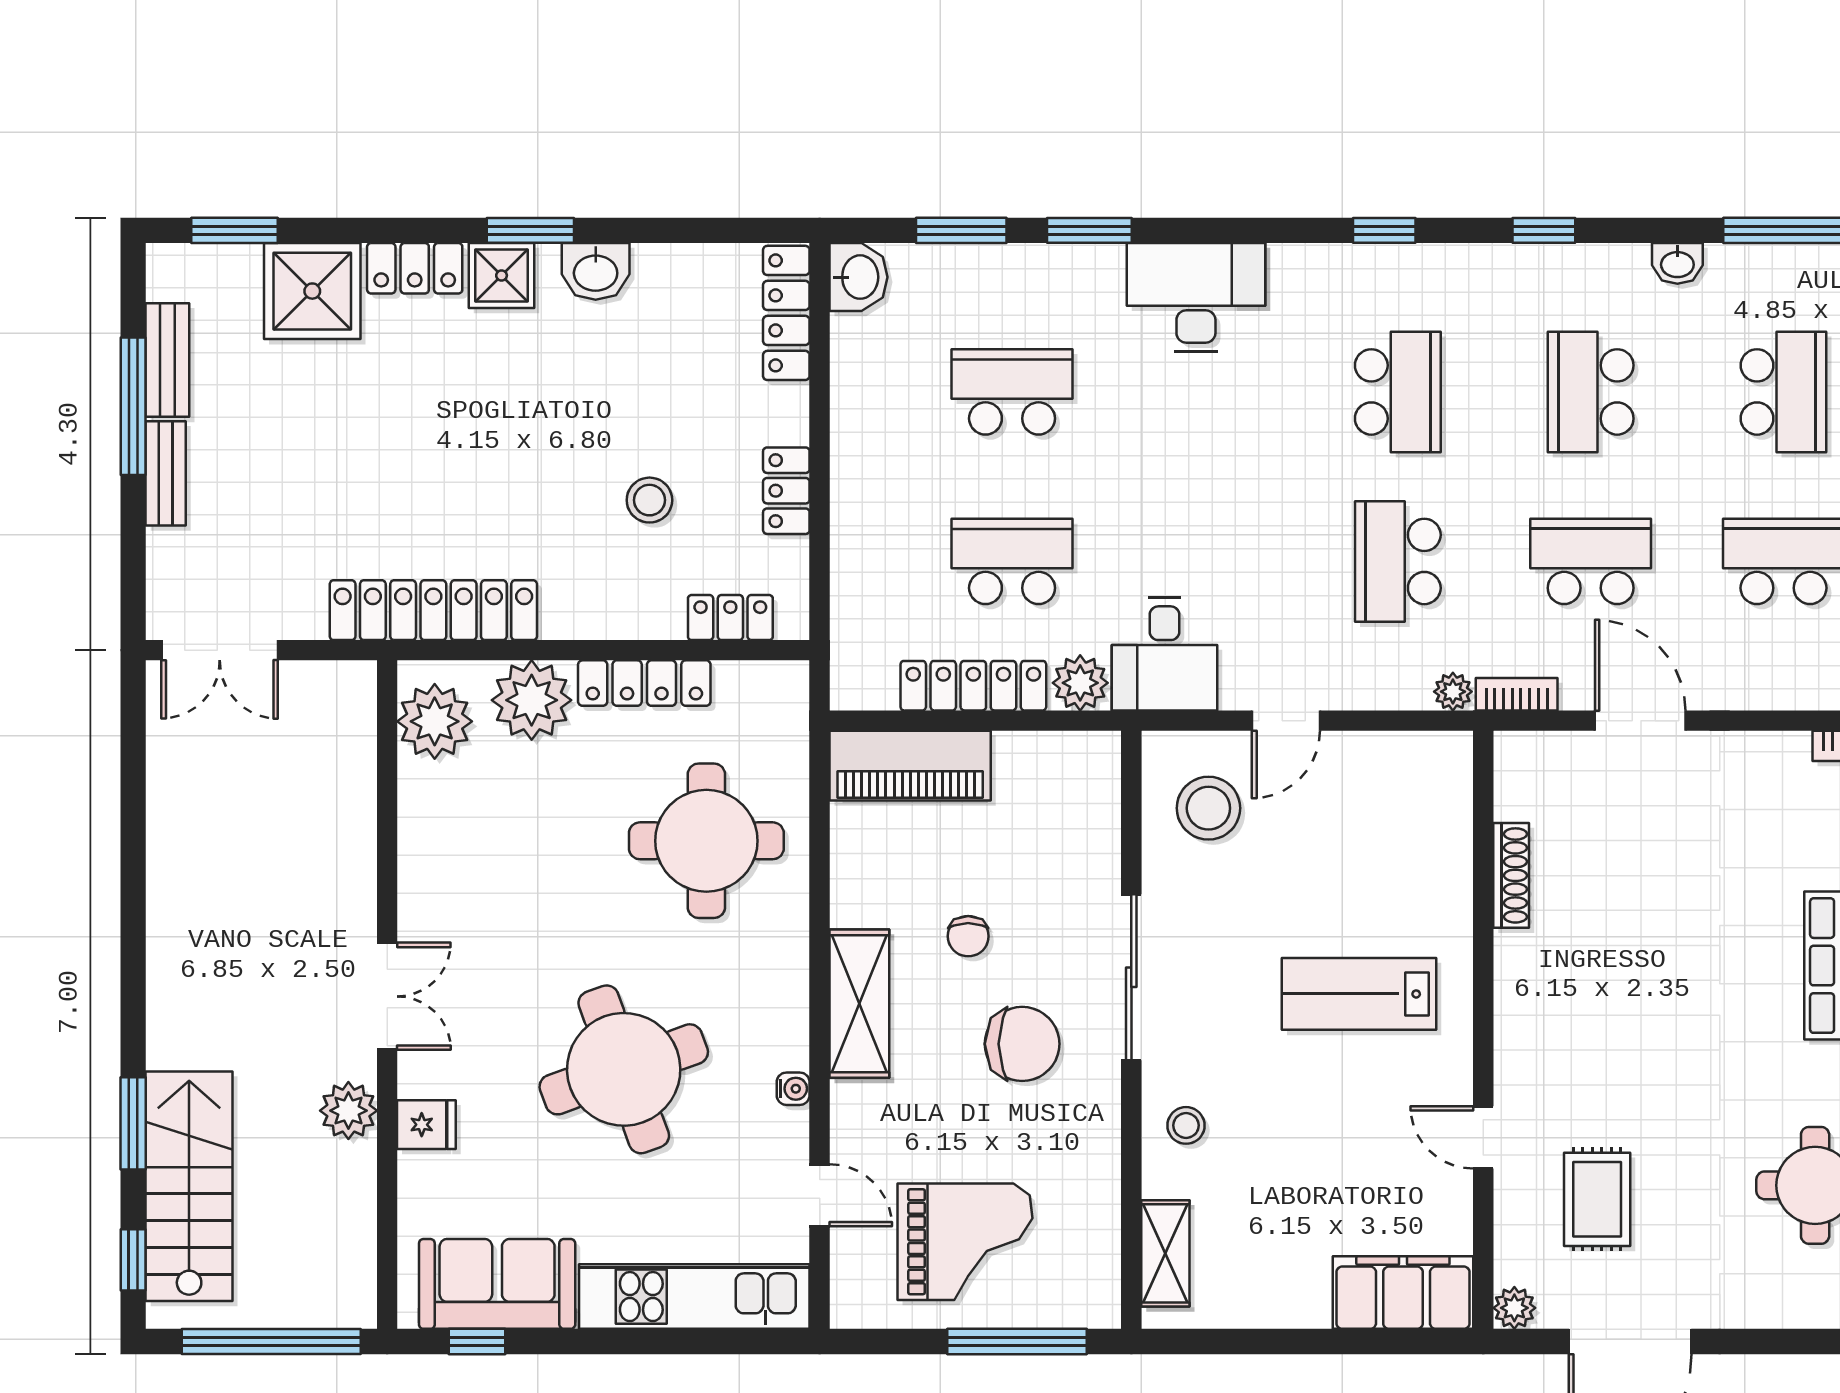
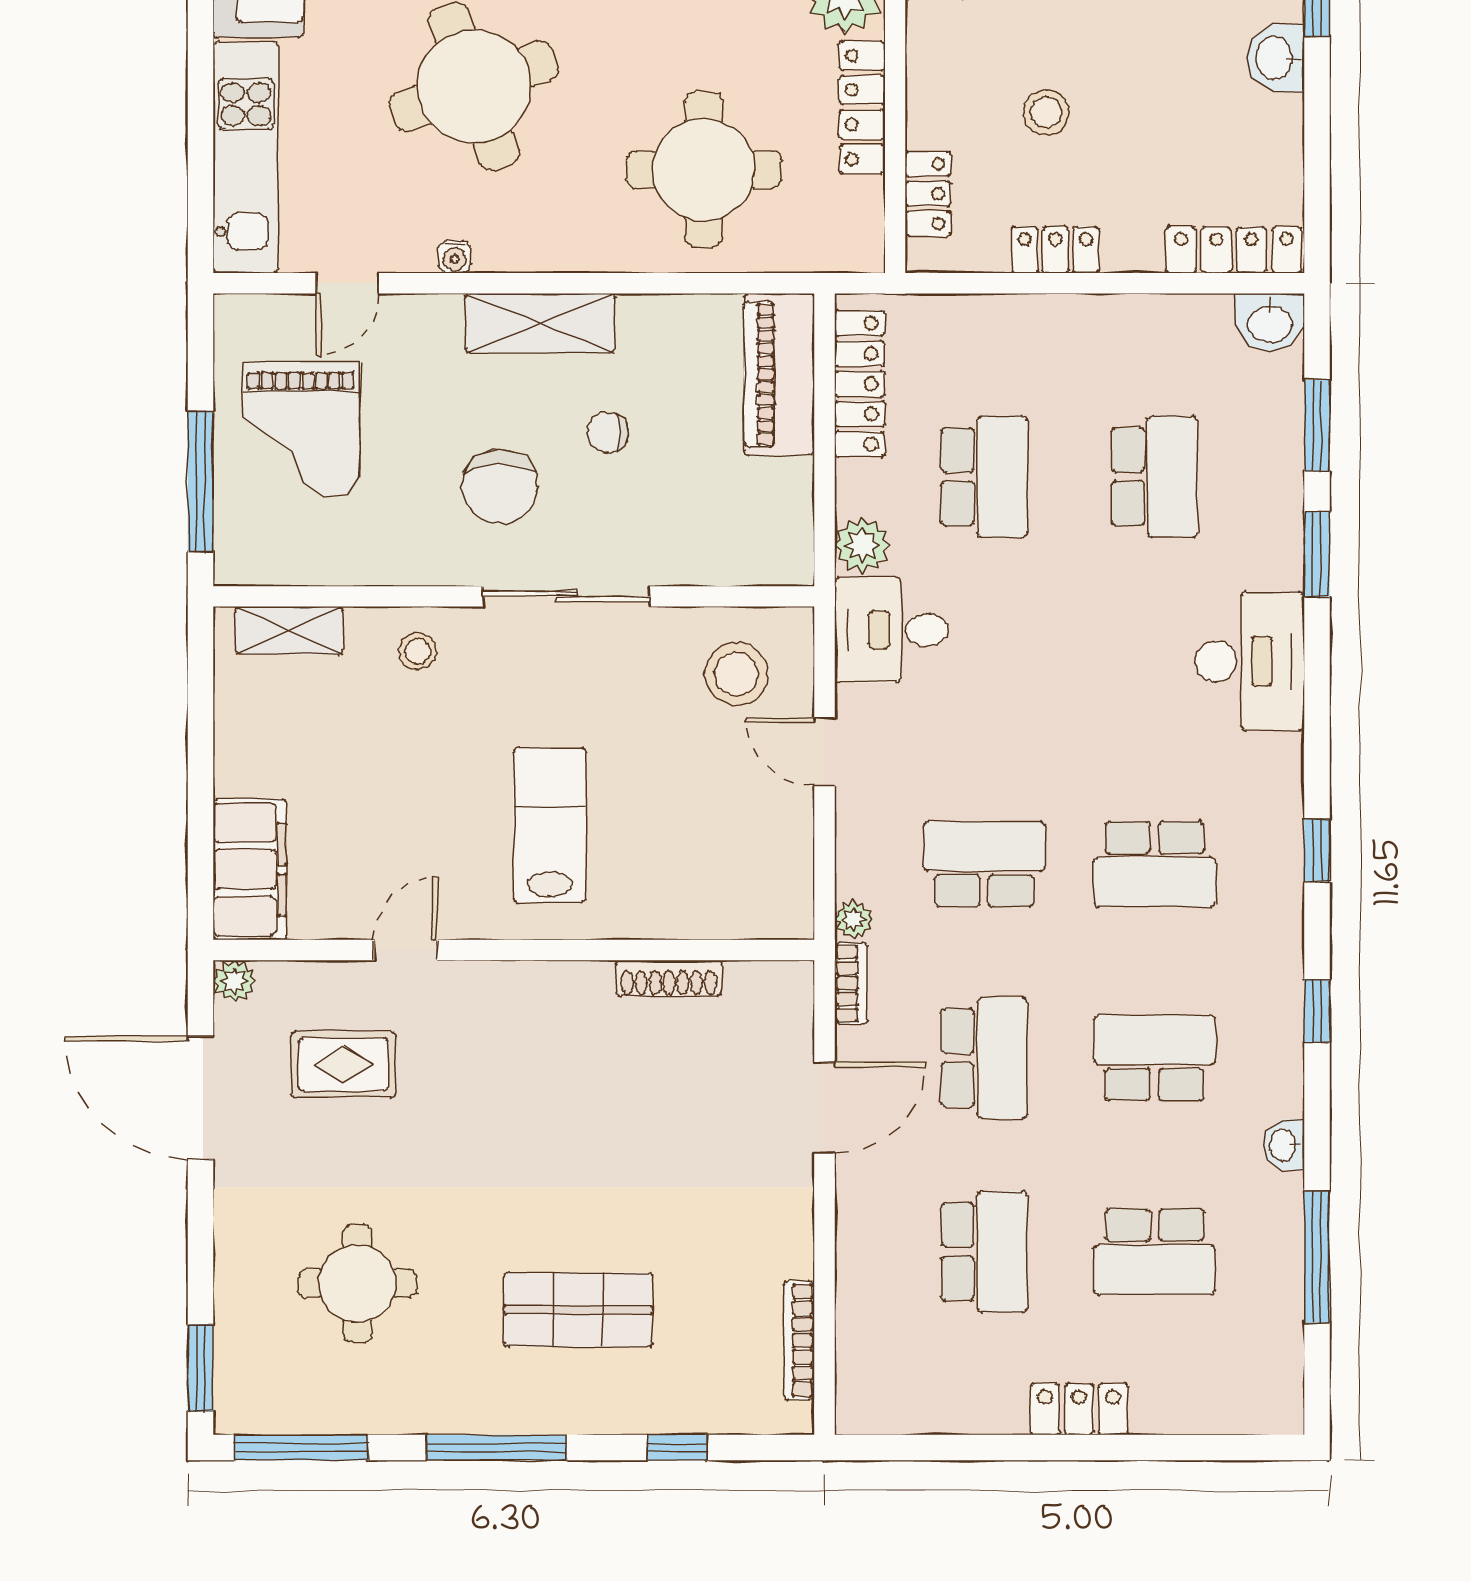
locker: (973, 686) -> (860, 384), moved

